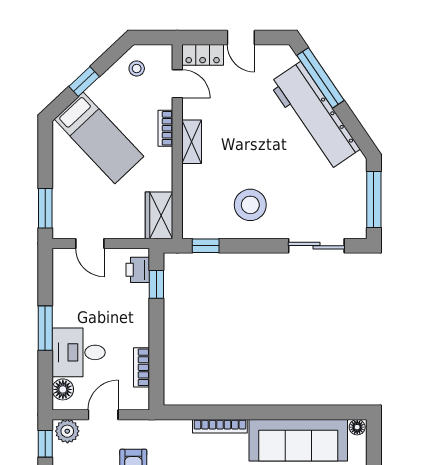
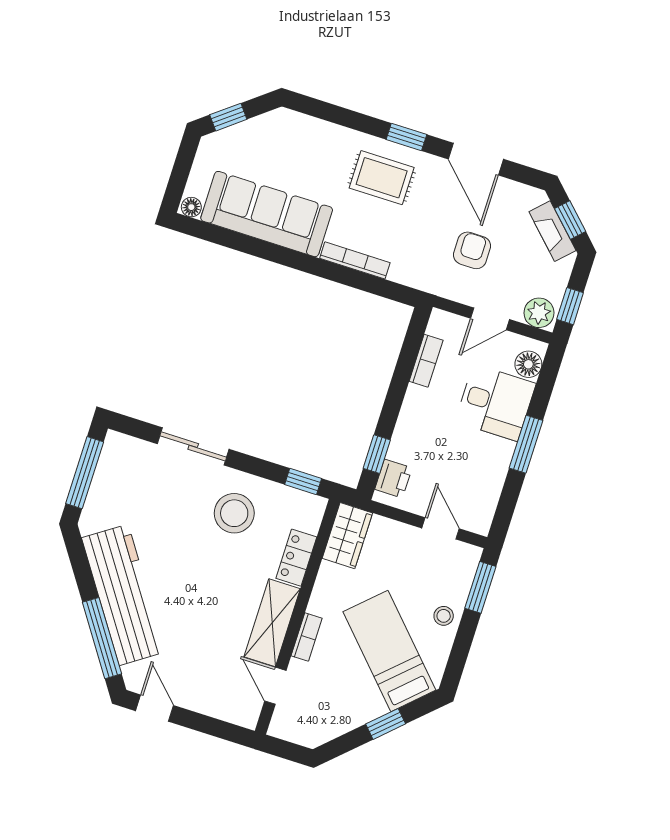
door: (241, 37) -> (155, 708), moved
locker: (203, 55) -> (296, 558), moved, turned -90
stool: (137, 68) -> (444, 616), moved
shelving: (192, 142) -> (272, 623), width x1.50, depth x1.33
sliding door: (316, 246) -> (193, 446), moved

